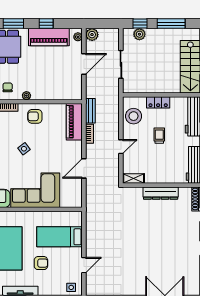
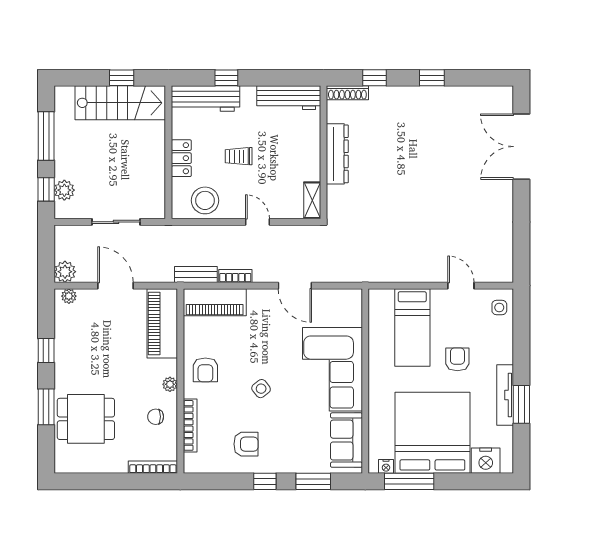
piano: (49, 37) -> (162, 323), moved, turned 180

